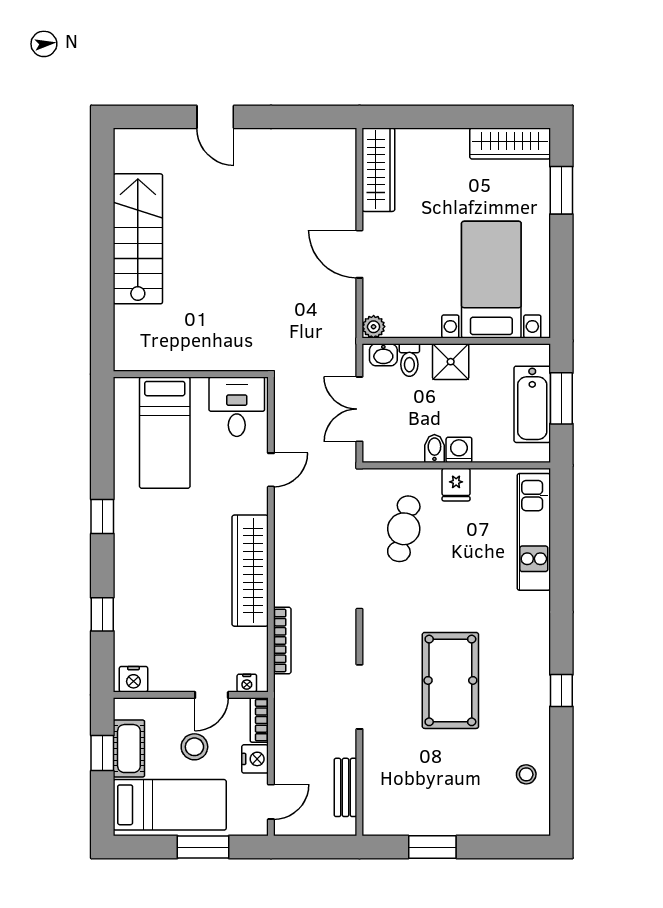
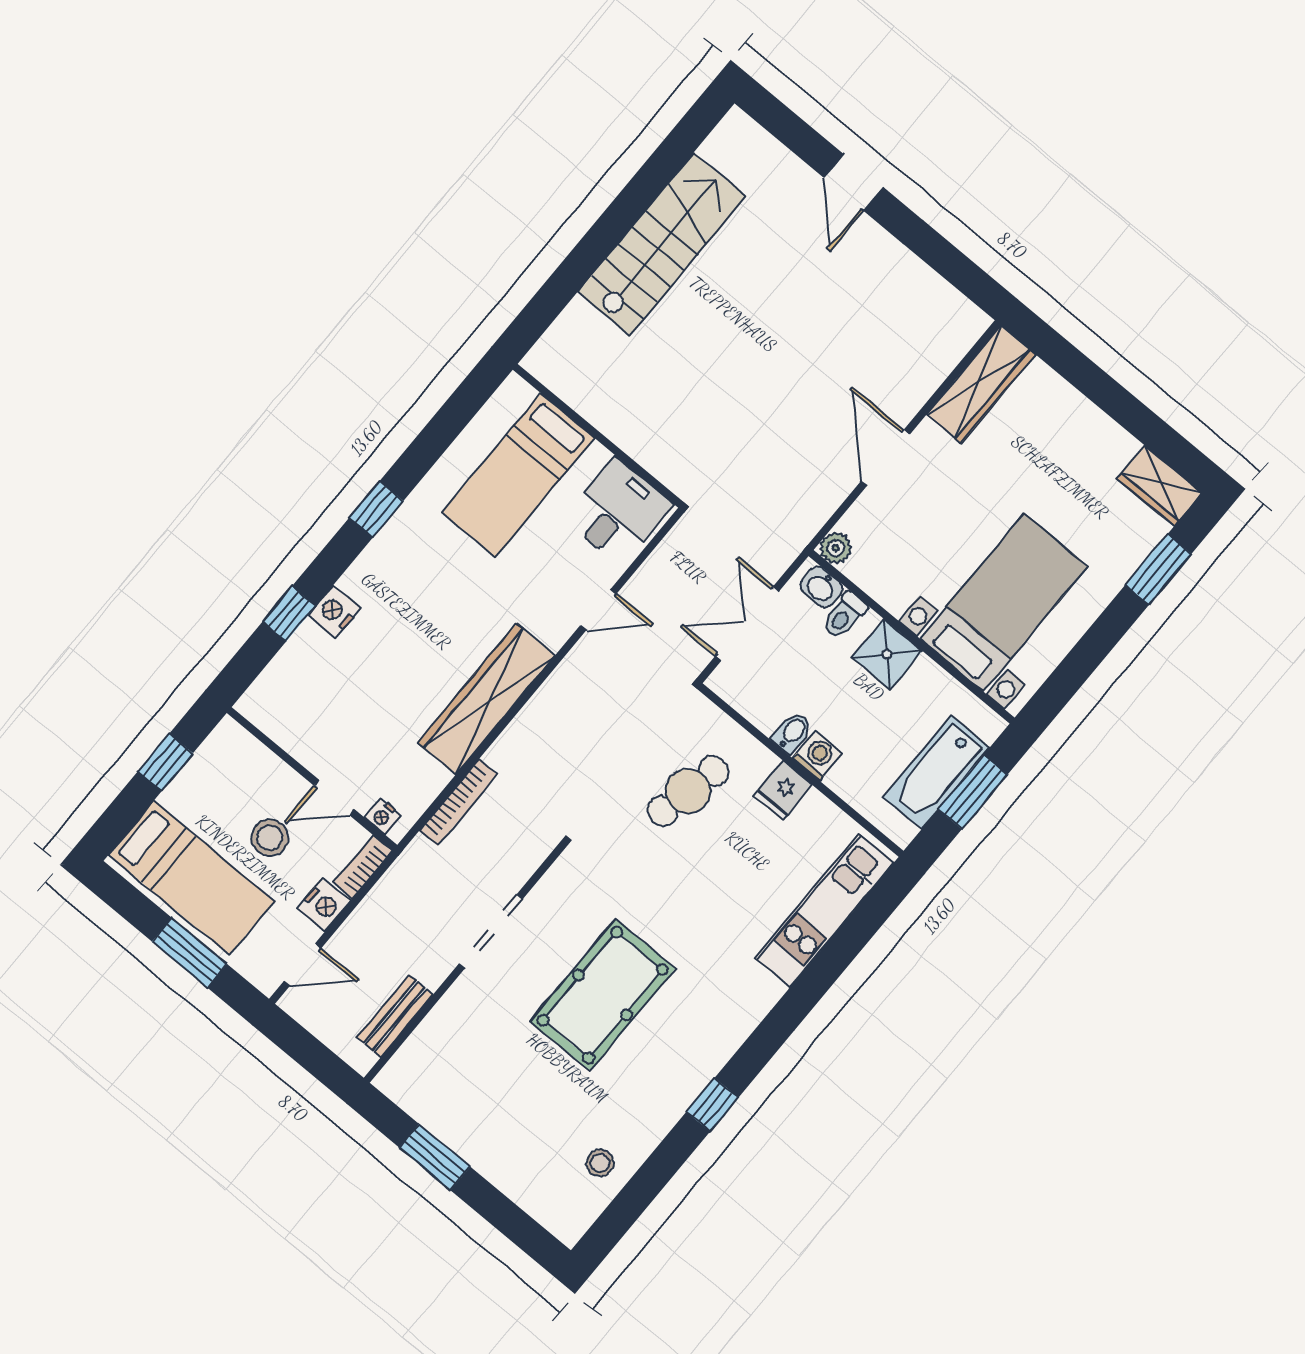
wardrobe: (510, 143) -> (1159, 486), width x0.67
nightstand: (133, 679) -> (334, 612), moved, turned 90
cot: (129, 749) -> (198, 781), removed

